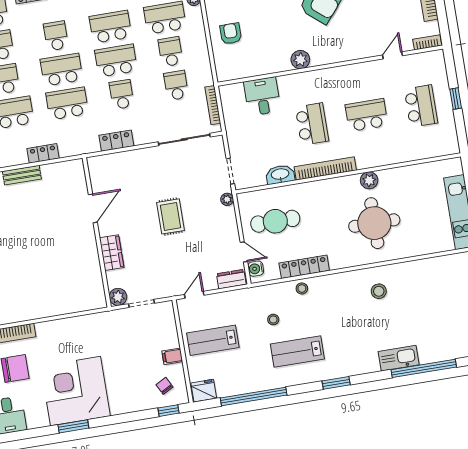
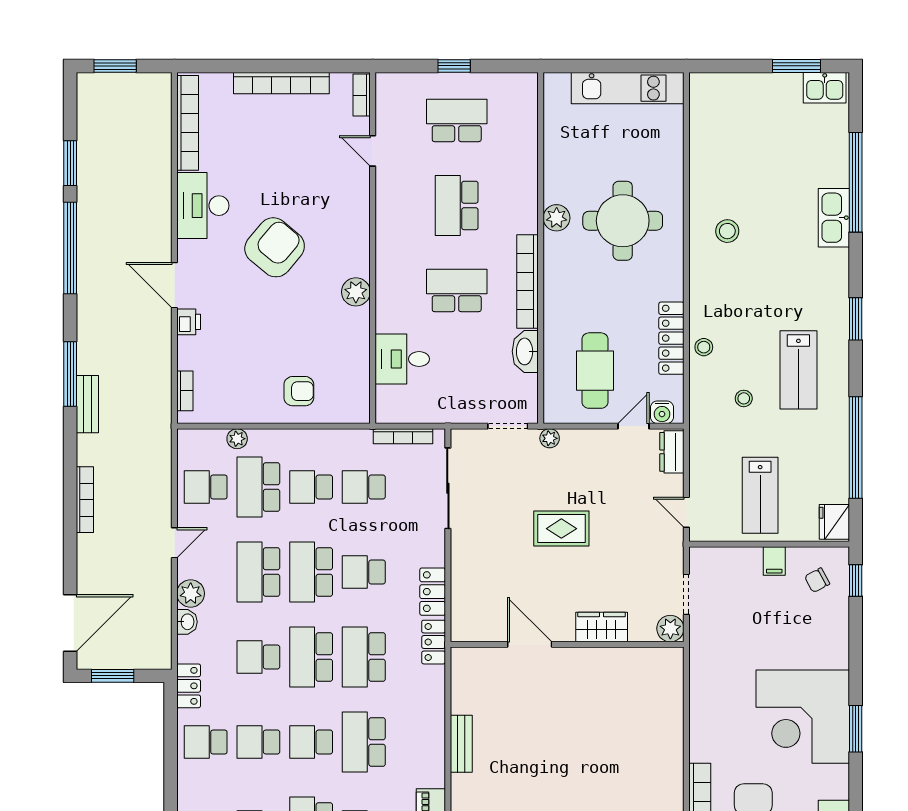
armchair: (231, 34) -> (299, 391), turned 180
locker: (43, 153) -> (434, 642), moved

